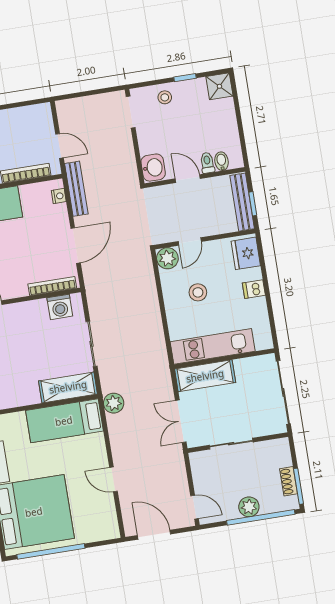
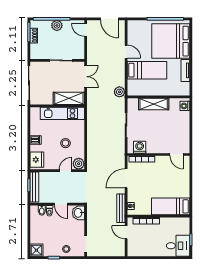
shelving: (68, 387) -> (154, 104), moved
bed: (64, 421) -> (147, 70), moved

